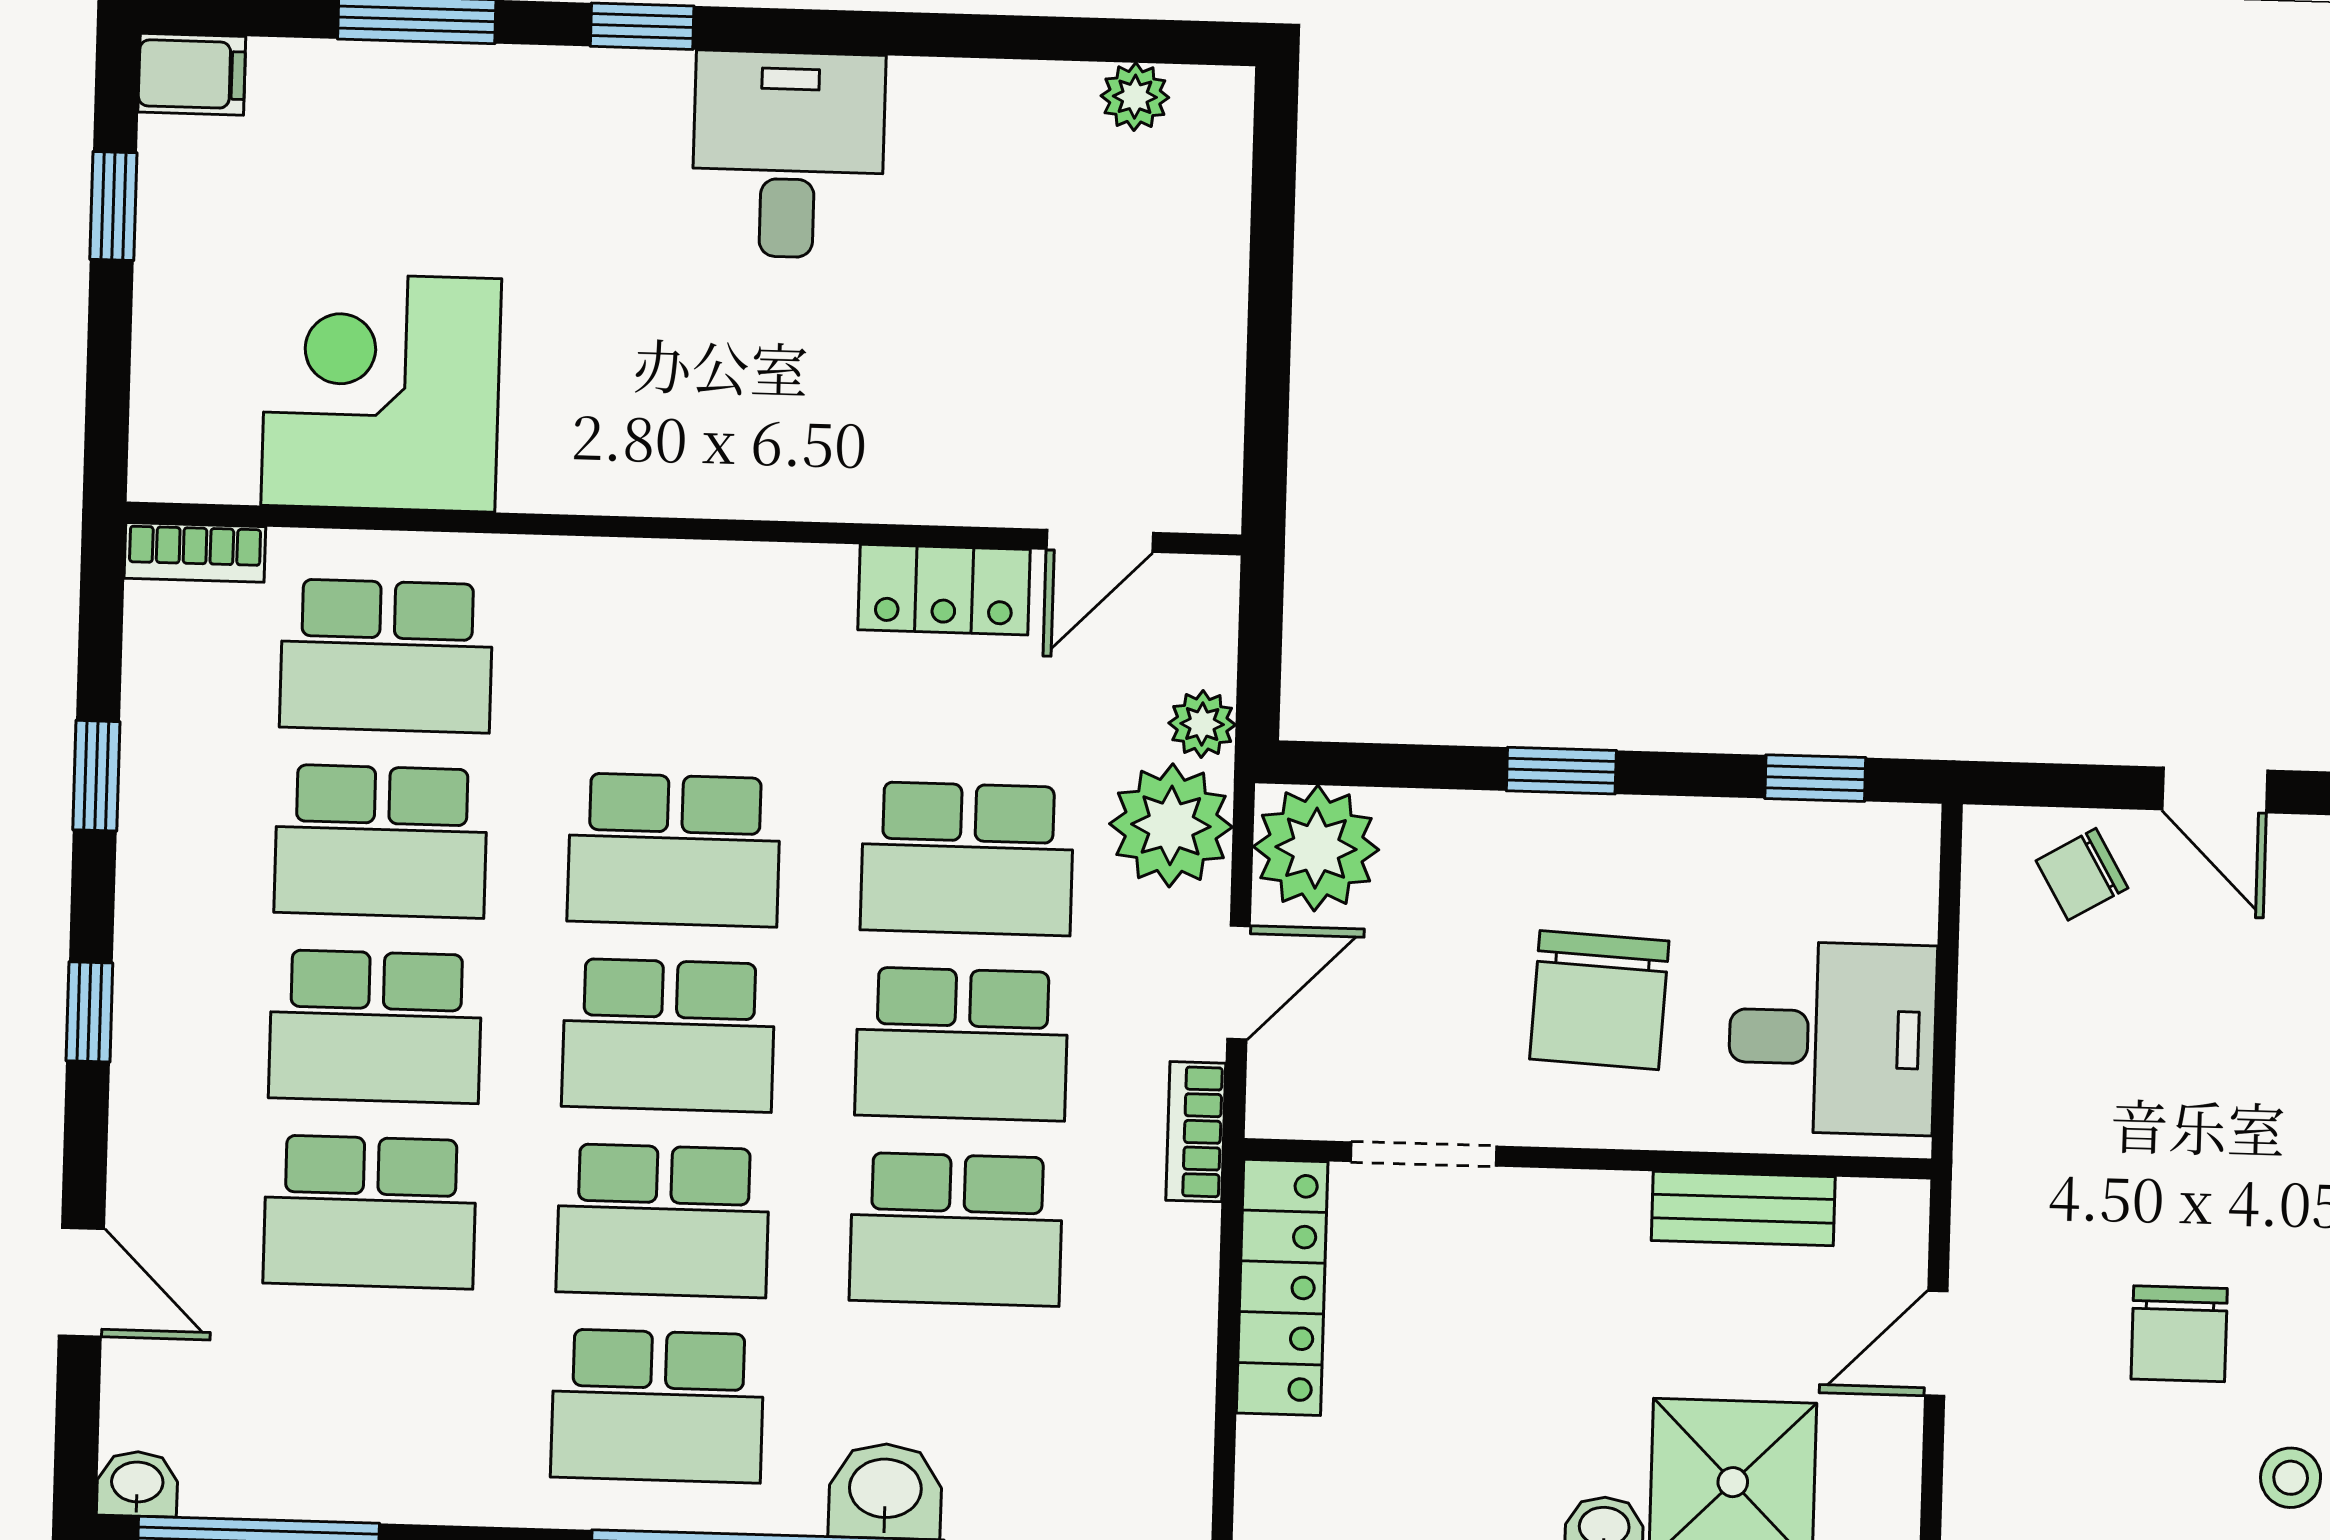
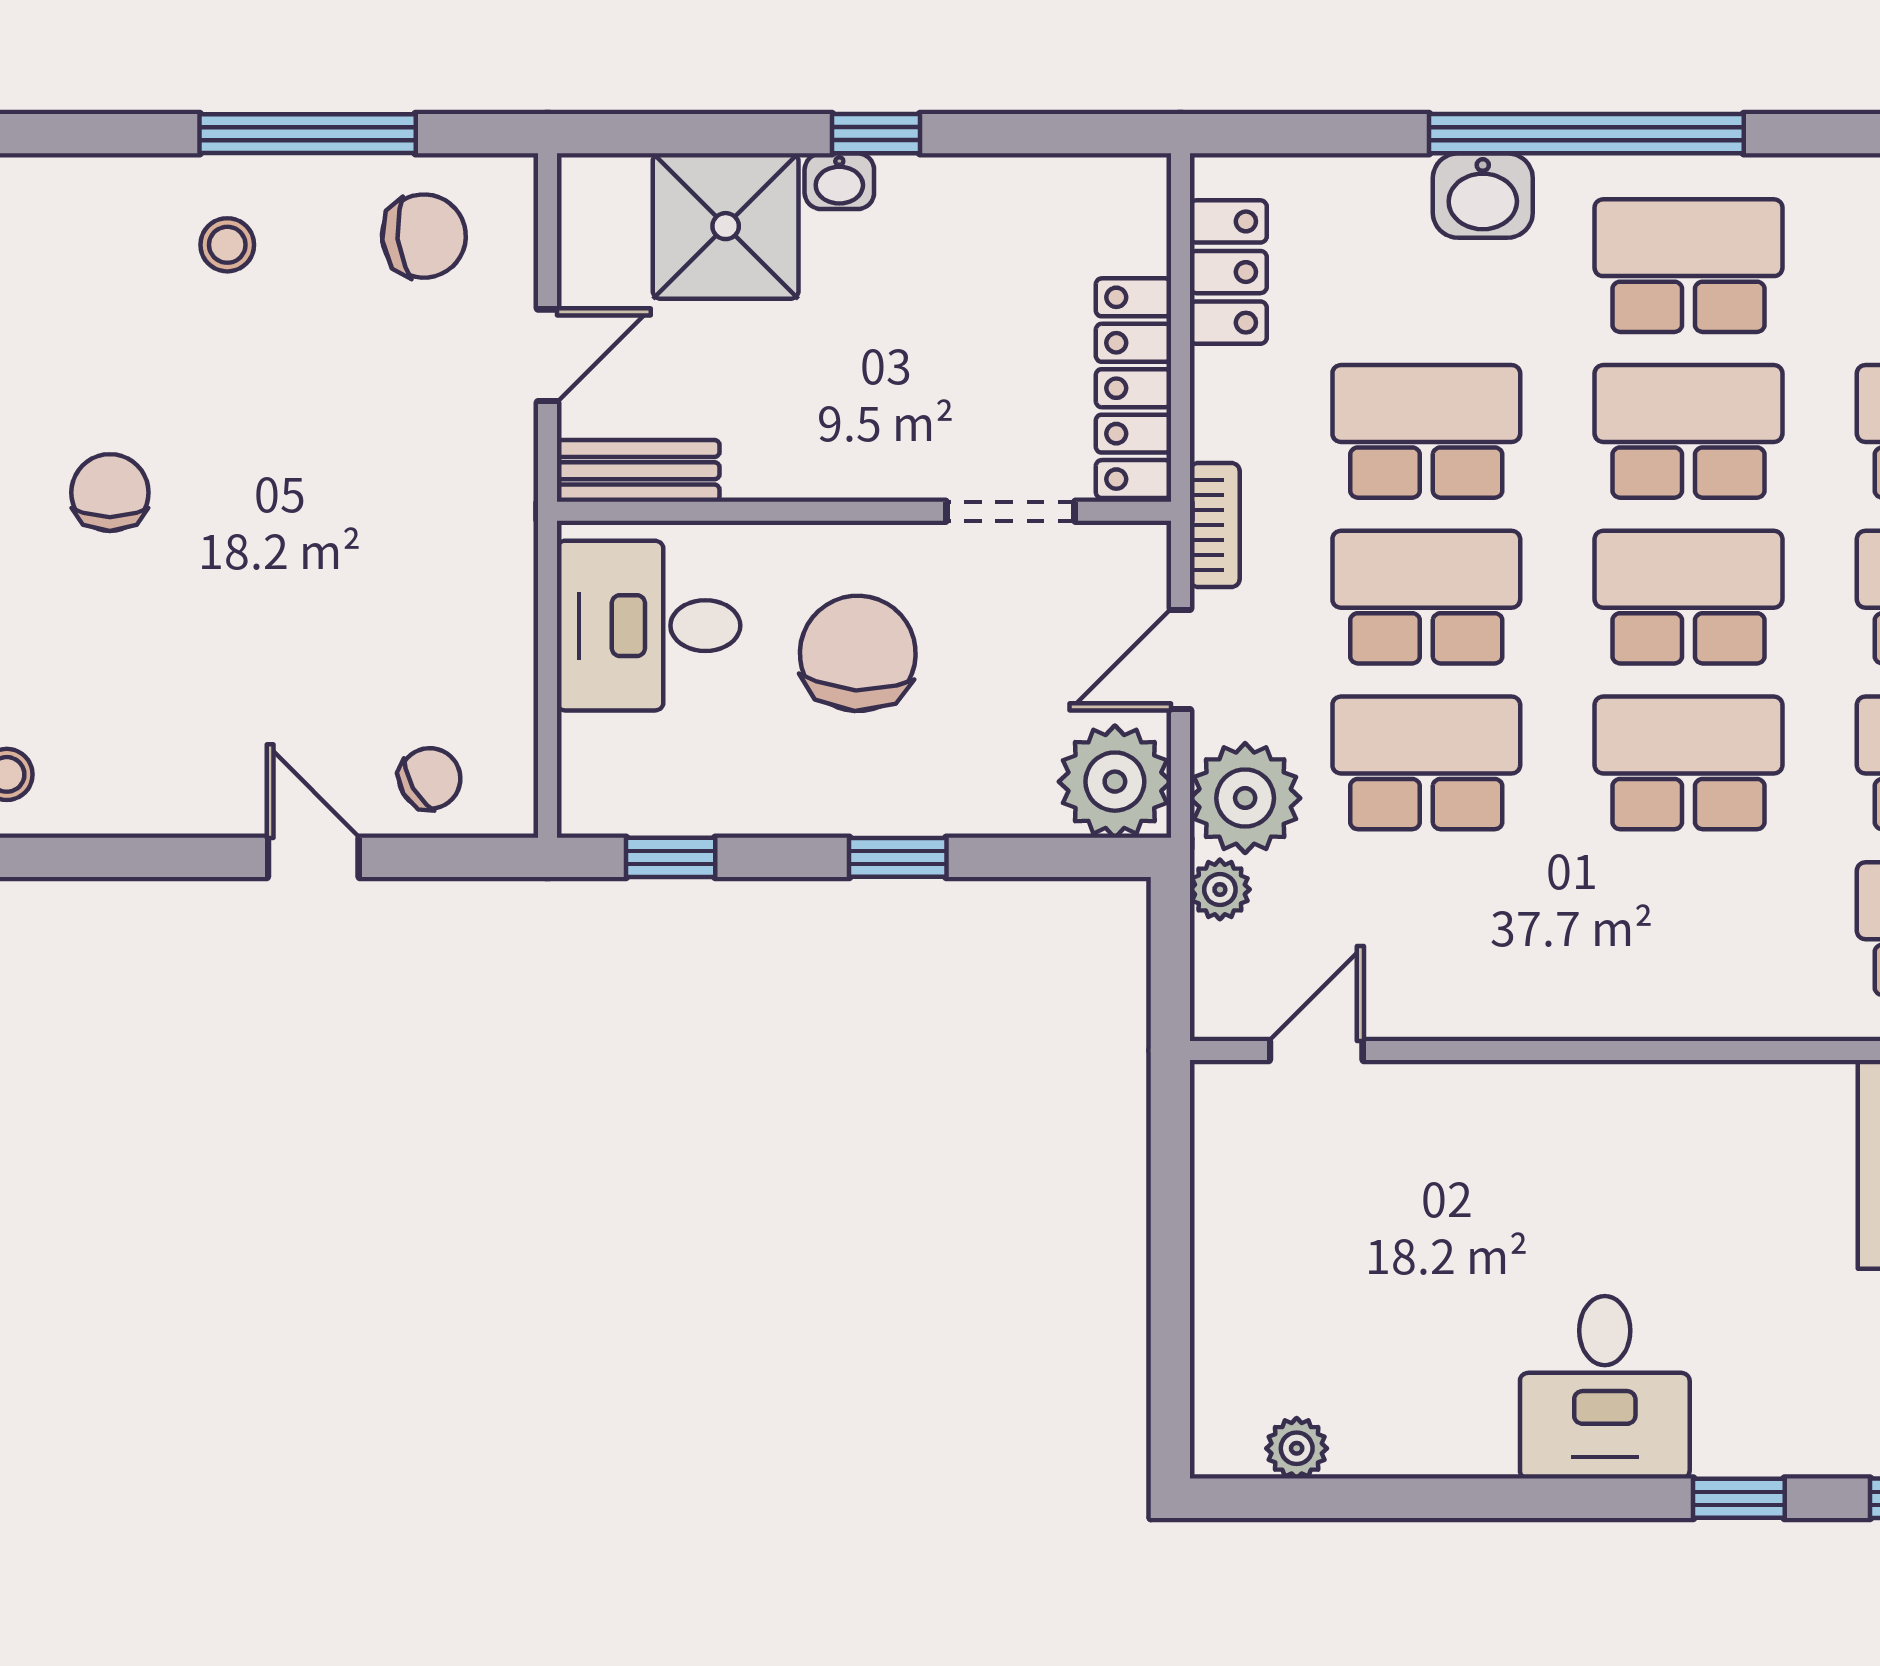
locker: (944, 590) -> (1228, 272), moved, turned 90
bench: (1743, 1209) -> (638, 471), moved
chair: (2179, 1334) -> (424, 236), moved, turned 84

